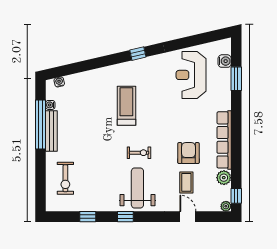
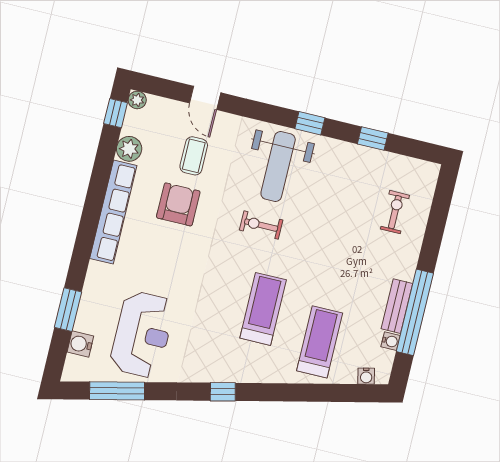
window: (198, 40) -> (117, 391), added
treadmill: (90, 95) -> (320, 342), added
treadmill: (126, 106) -> (263, 309), turned 180
bench: (51, 131) -> (397, 306), width x0.73
armchair: (188, 153) -> (178, 204), turned 180
exercise bike: (65, 178) -> (395, 212), width x0.73, depth x0.72

